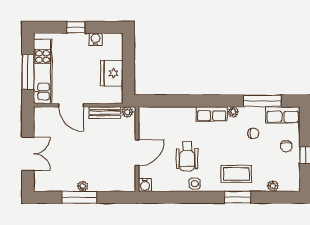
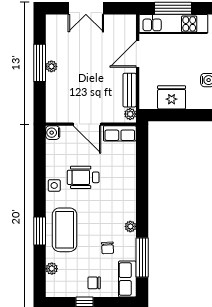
row of seats: (212, 114) -> (120, 133), moved, turned -90
coffee table: (236, 174) -> (65, 230), width x1.36, depth x1.32

